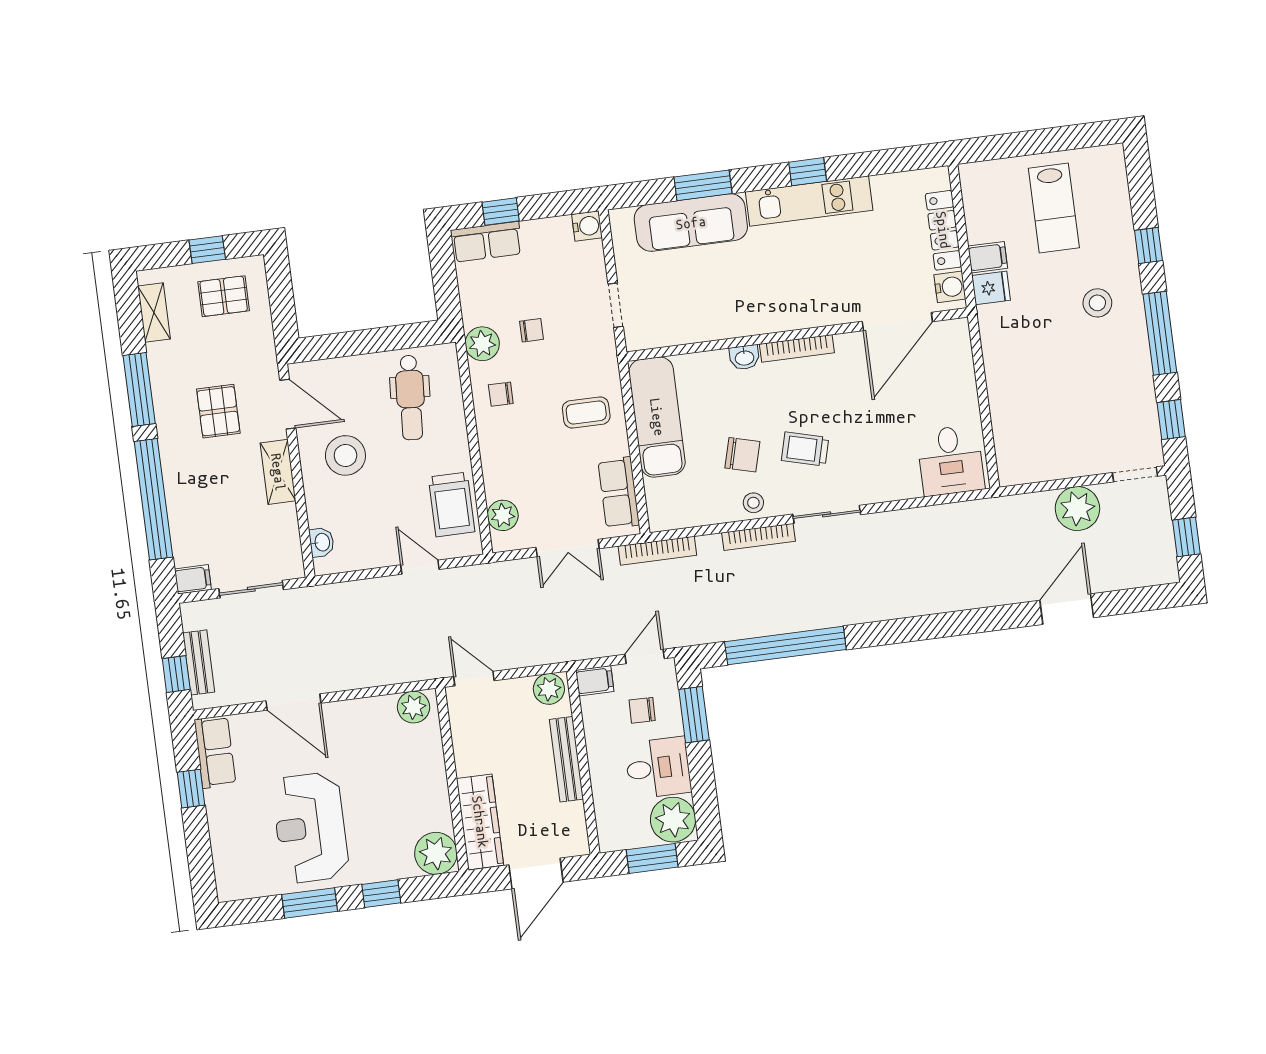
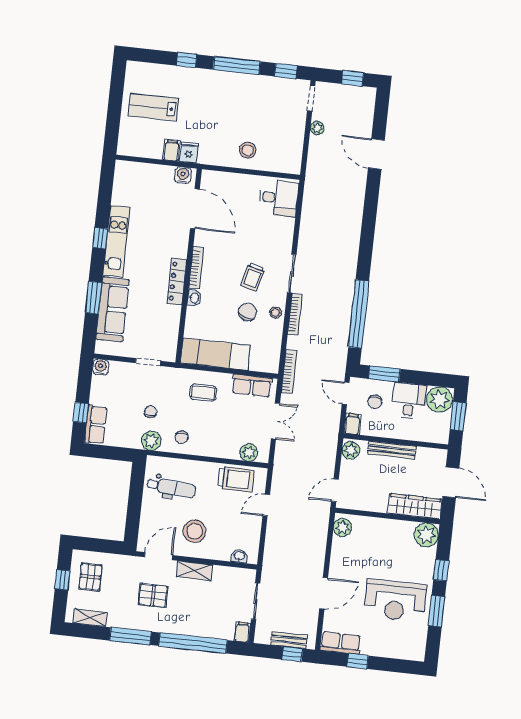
lab bench: (1054, 208) -> (153, 107), turned 180
locker: (943, 230) -> (177, 281), moved, turned 90
stool: (1097, 303) -> (248, 150), moved
coffee table: (586, 412) -> (203, 393), turned 90
plant: (1077, 509) -> (317, 128), width x0.53, depth x0.53

